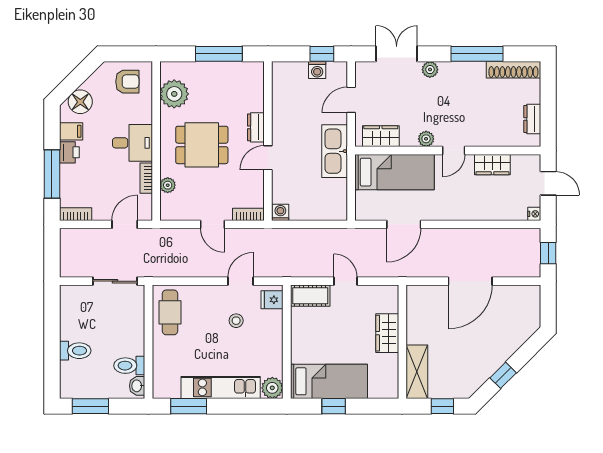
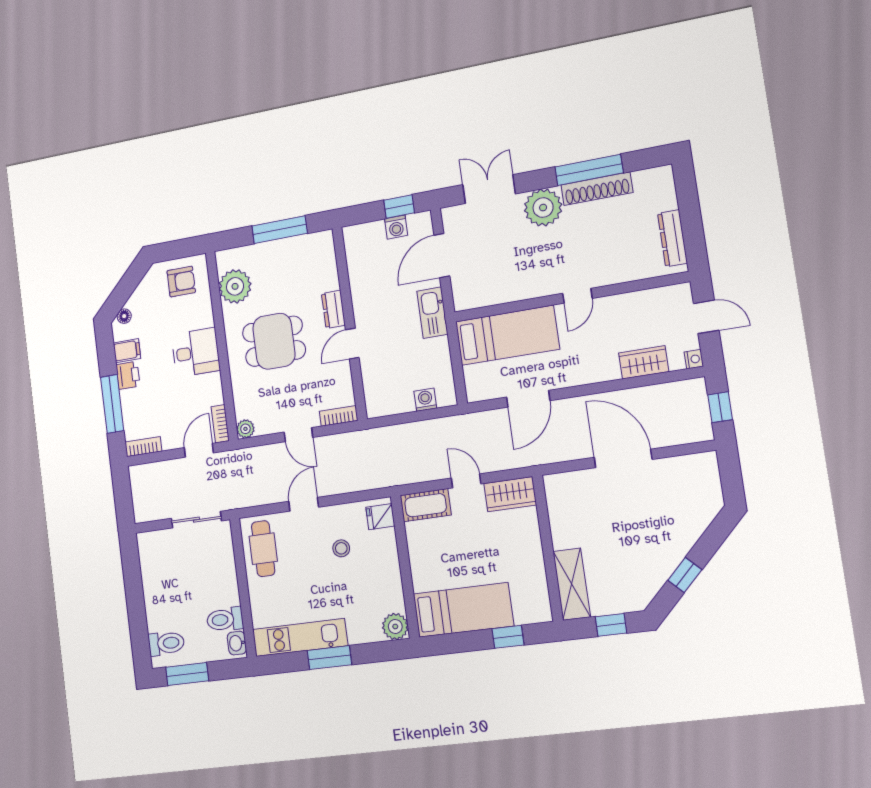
plant: (430, 70) -> (543, 208), width x1.88, depth x1.88
shoe rack: (513, 70) -> (597, 189), moved
door: (351, 100) -> (442, 256), width x1.38
floor lamp: (80, 102) -> (124, 316), width x0.53, depth x0.53
dresser: (532, 119) -> (672, 238), width x1.44
wardrobe: (381, 136) -> (484, 294), removed
plant: (426, 139) -> (541, 287), removed
kitchen sink: (335, 151) -> (432, 313), width x0.73, depth x0.81
wardrobe: (492, 165) -> (644, 362), moved, turned 180
bookcase: (146, 178) -> (220, 424), moved
plant: (168, 185) -> (245, 429), moved
washing machine: (280, 212) -> (425, 400), moved
door: (241, 281) -> (304, 504), moved
door: (470, 281) -> (623, 458), swing flipped
wardrobe: (387, 333) -> (510, 494), moved, turned -90
toilet: (75, 351) -> (166, 643), moved
kitchen unit: (221, 387) -> (300, 637), moved
window: (189, 406) -> (329, 658), moved
window: (334, 406) -> (508, 637), moved

